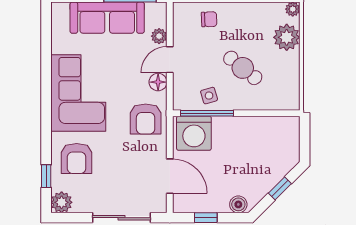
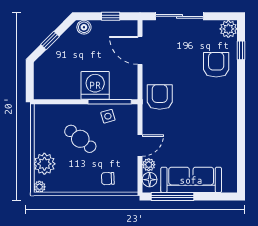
floor lamp: (158, 82) -> (150, 180), moved
corner sofa: (78, 93) -> (215, 118), removed
washing machine: (194, 133) -> (95, 85), moved

